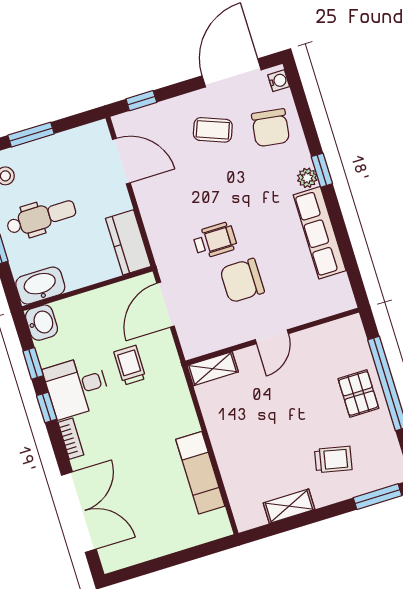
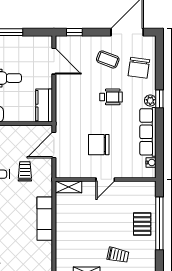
water cooler: (279, 81) -> (151, 162), moved
wheelchair: (215, 240) -> (111, 97), moved
exam couch: (200, 473) -> (45, 219), moved

